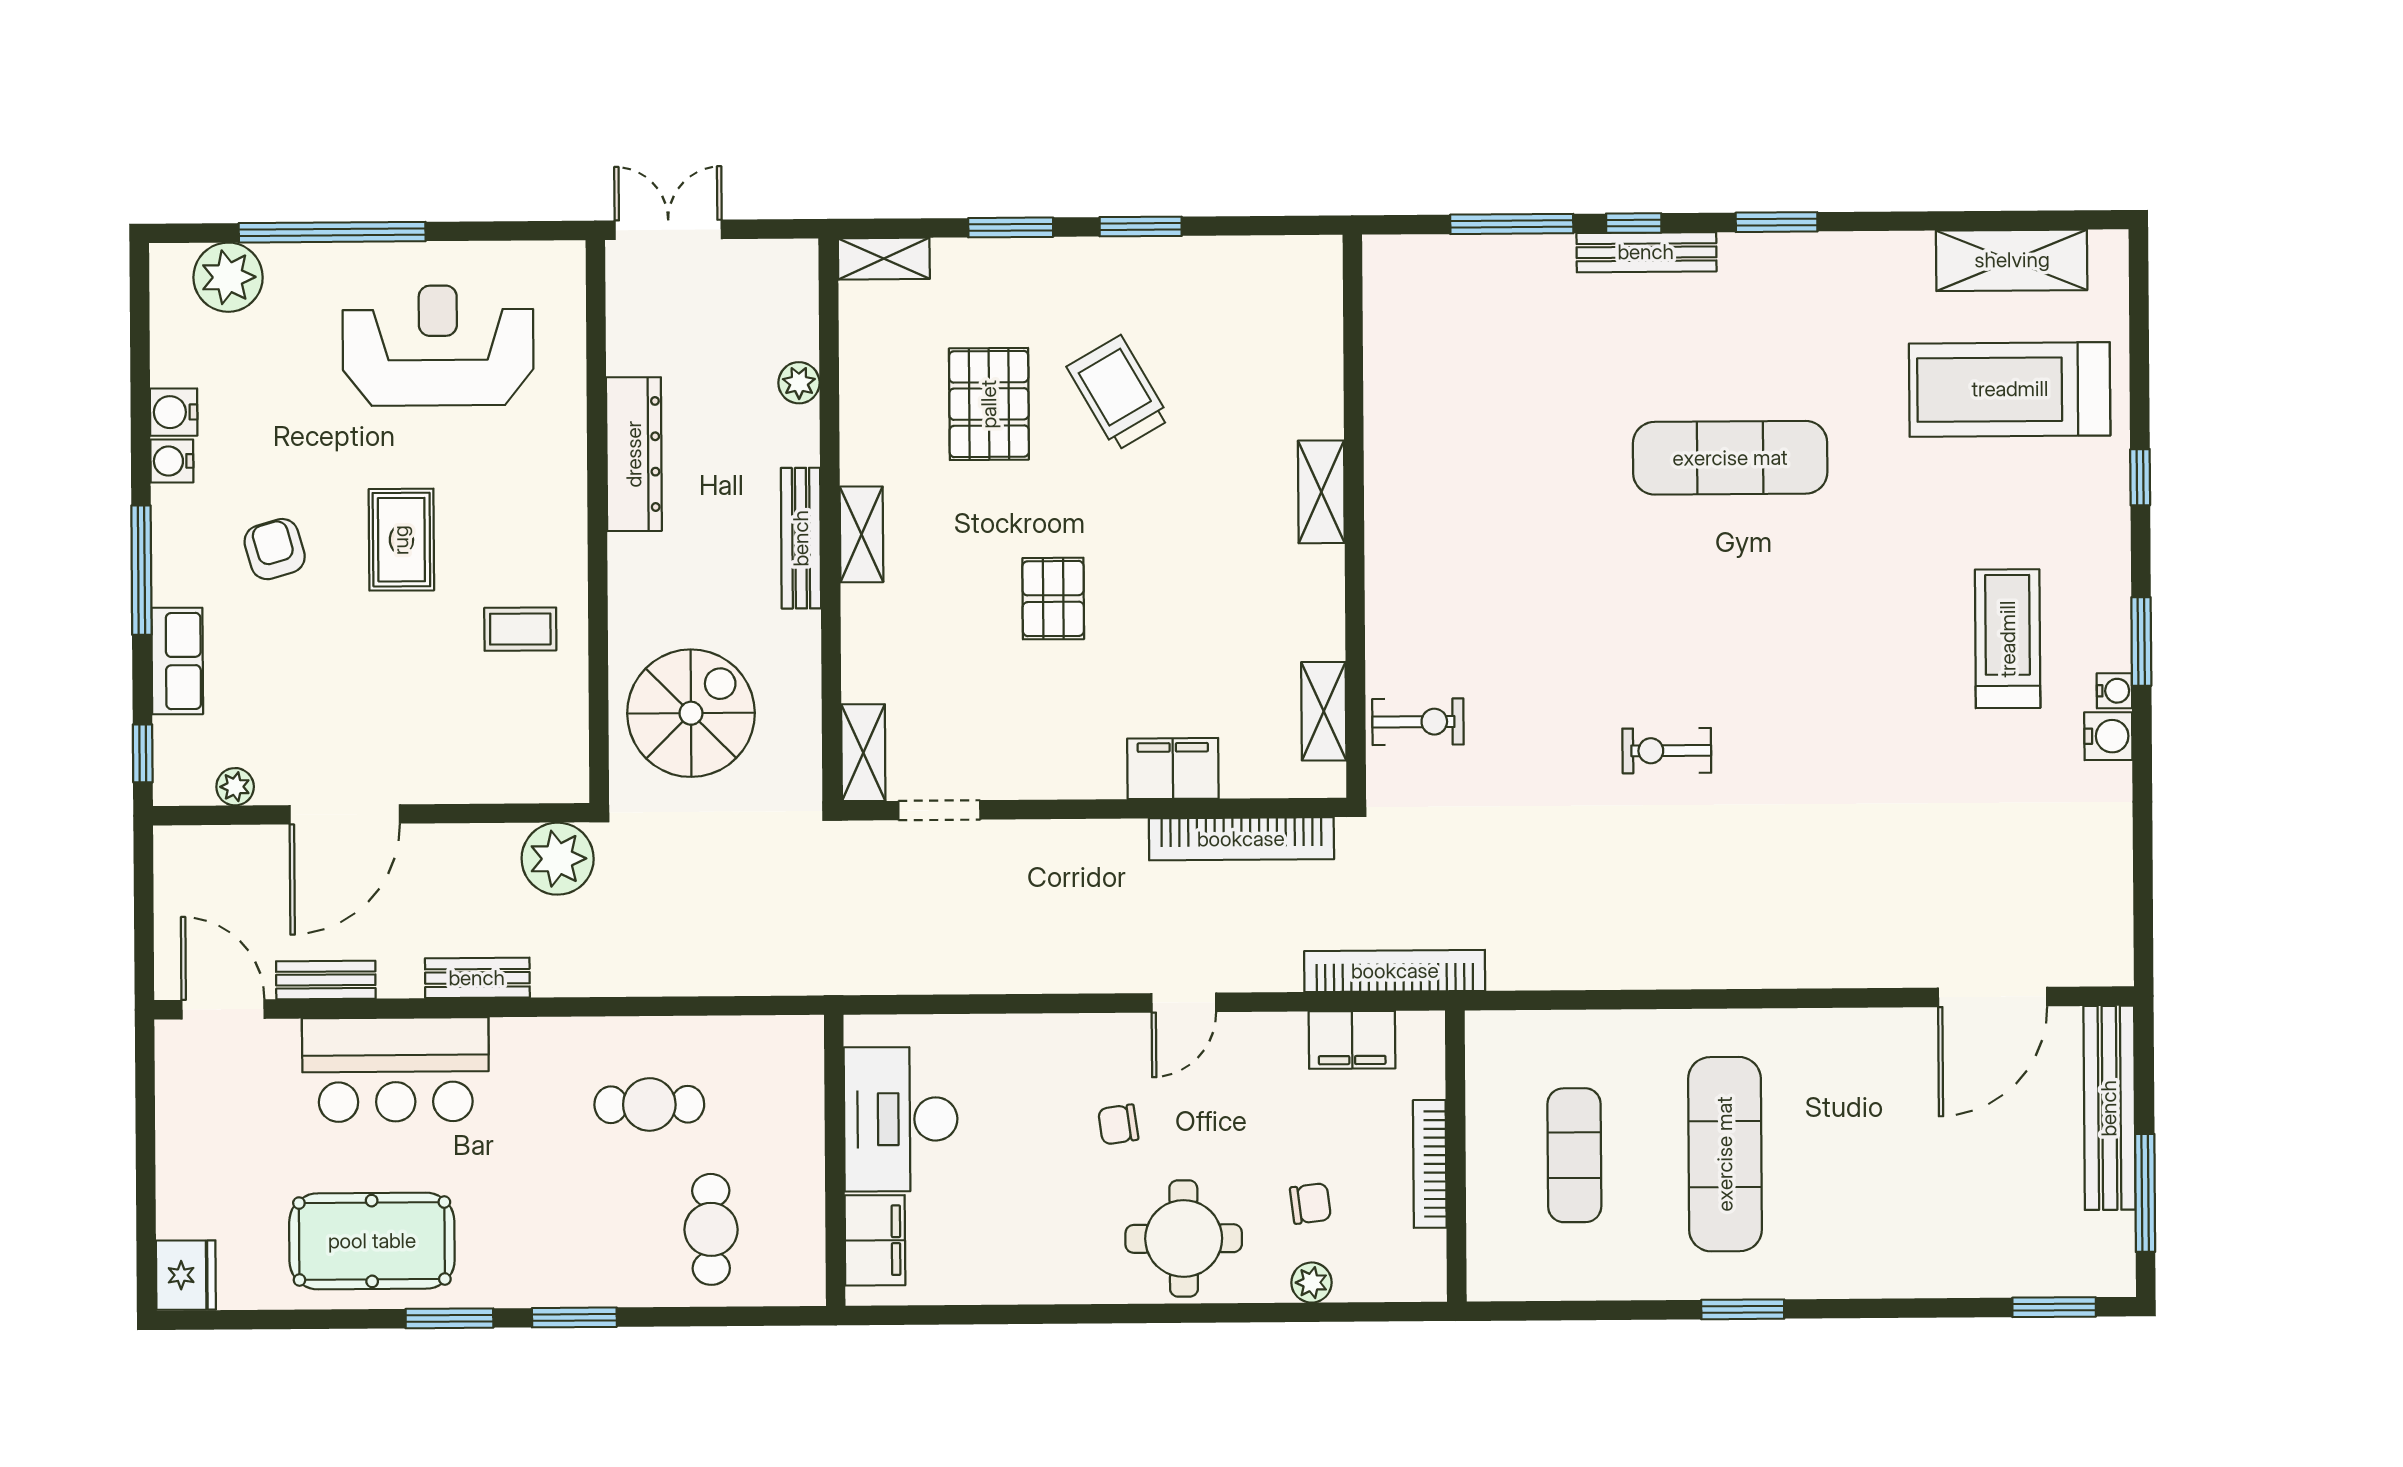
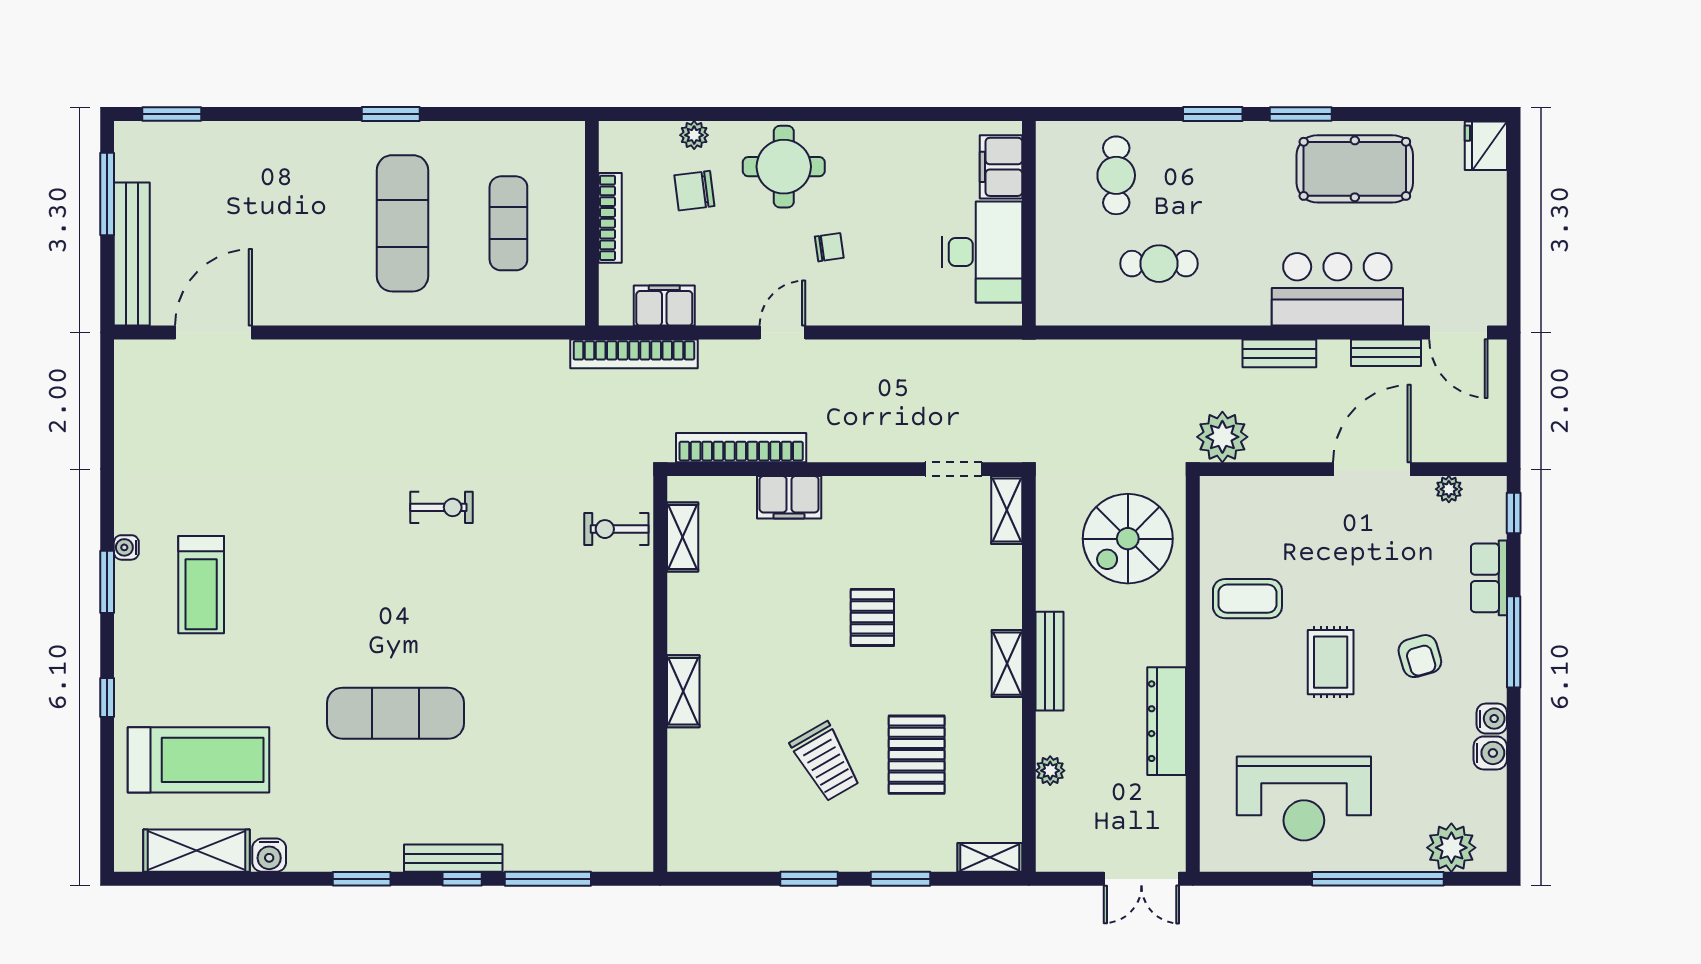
coffee table: (520, 629) -> (1247, 599), width x1.36, depth x1.30
water cooler: (2108, 736) -> (269, 855), moved, turned -90
chair: (1310, 1203) -> (694, 191), width x1.37, depth x1.37

